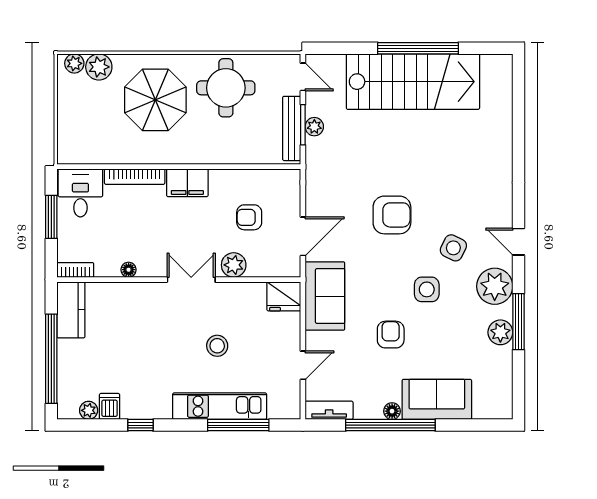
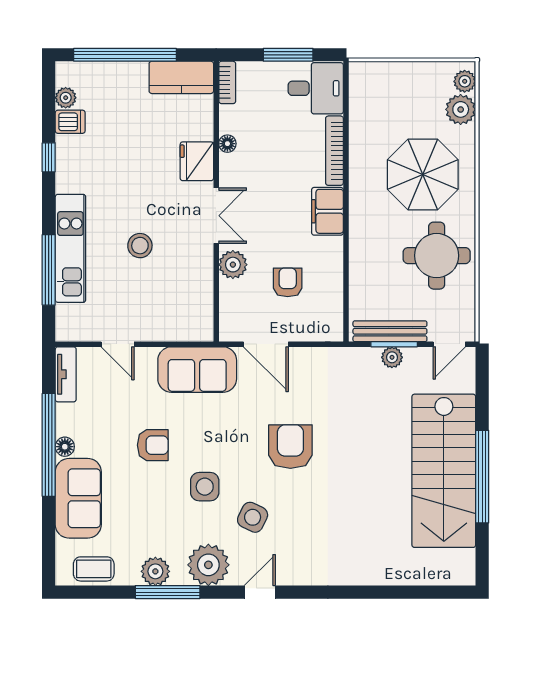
armchair: (392, 215) -> (290, 447), turned 180
fridge: (284, 296) -> (197, 161), moved
coffee table: (498, 386) -> (94, 569), added

